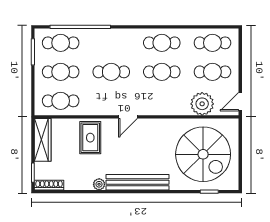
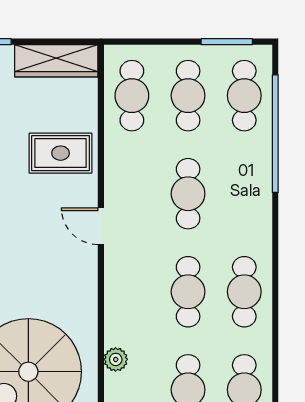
plant: (202, 104) -> (116, 359), width x0.53, depth x0.53

